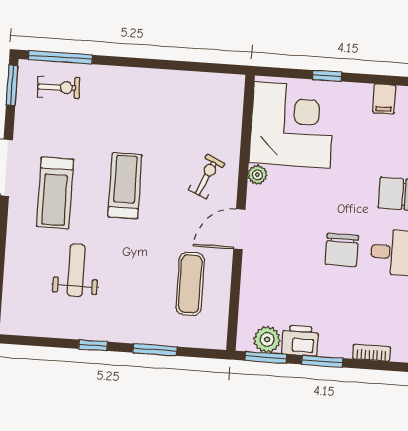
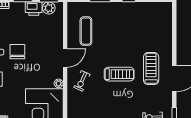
treadmill: (125, 186) -> (119, 74), turned -90
weight bench: (76, 270) -> (139, 34), removed

